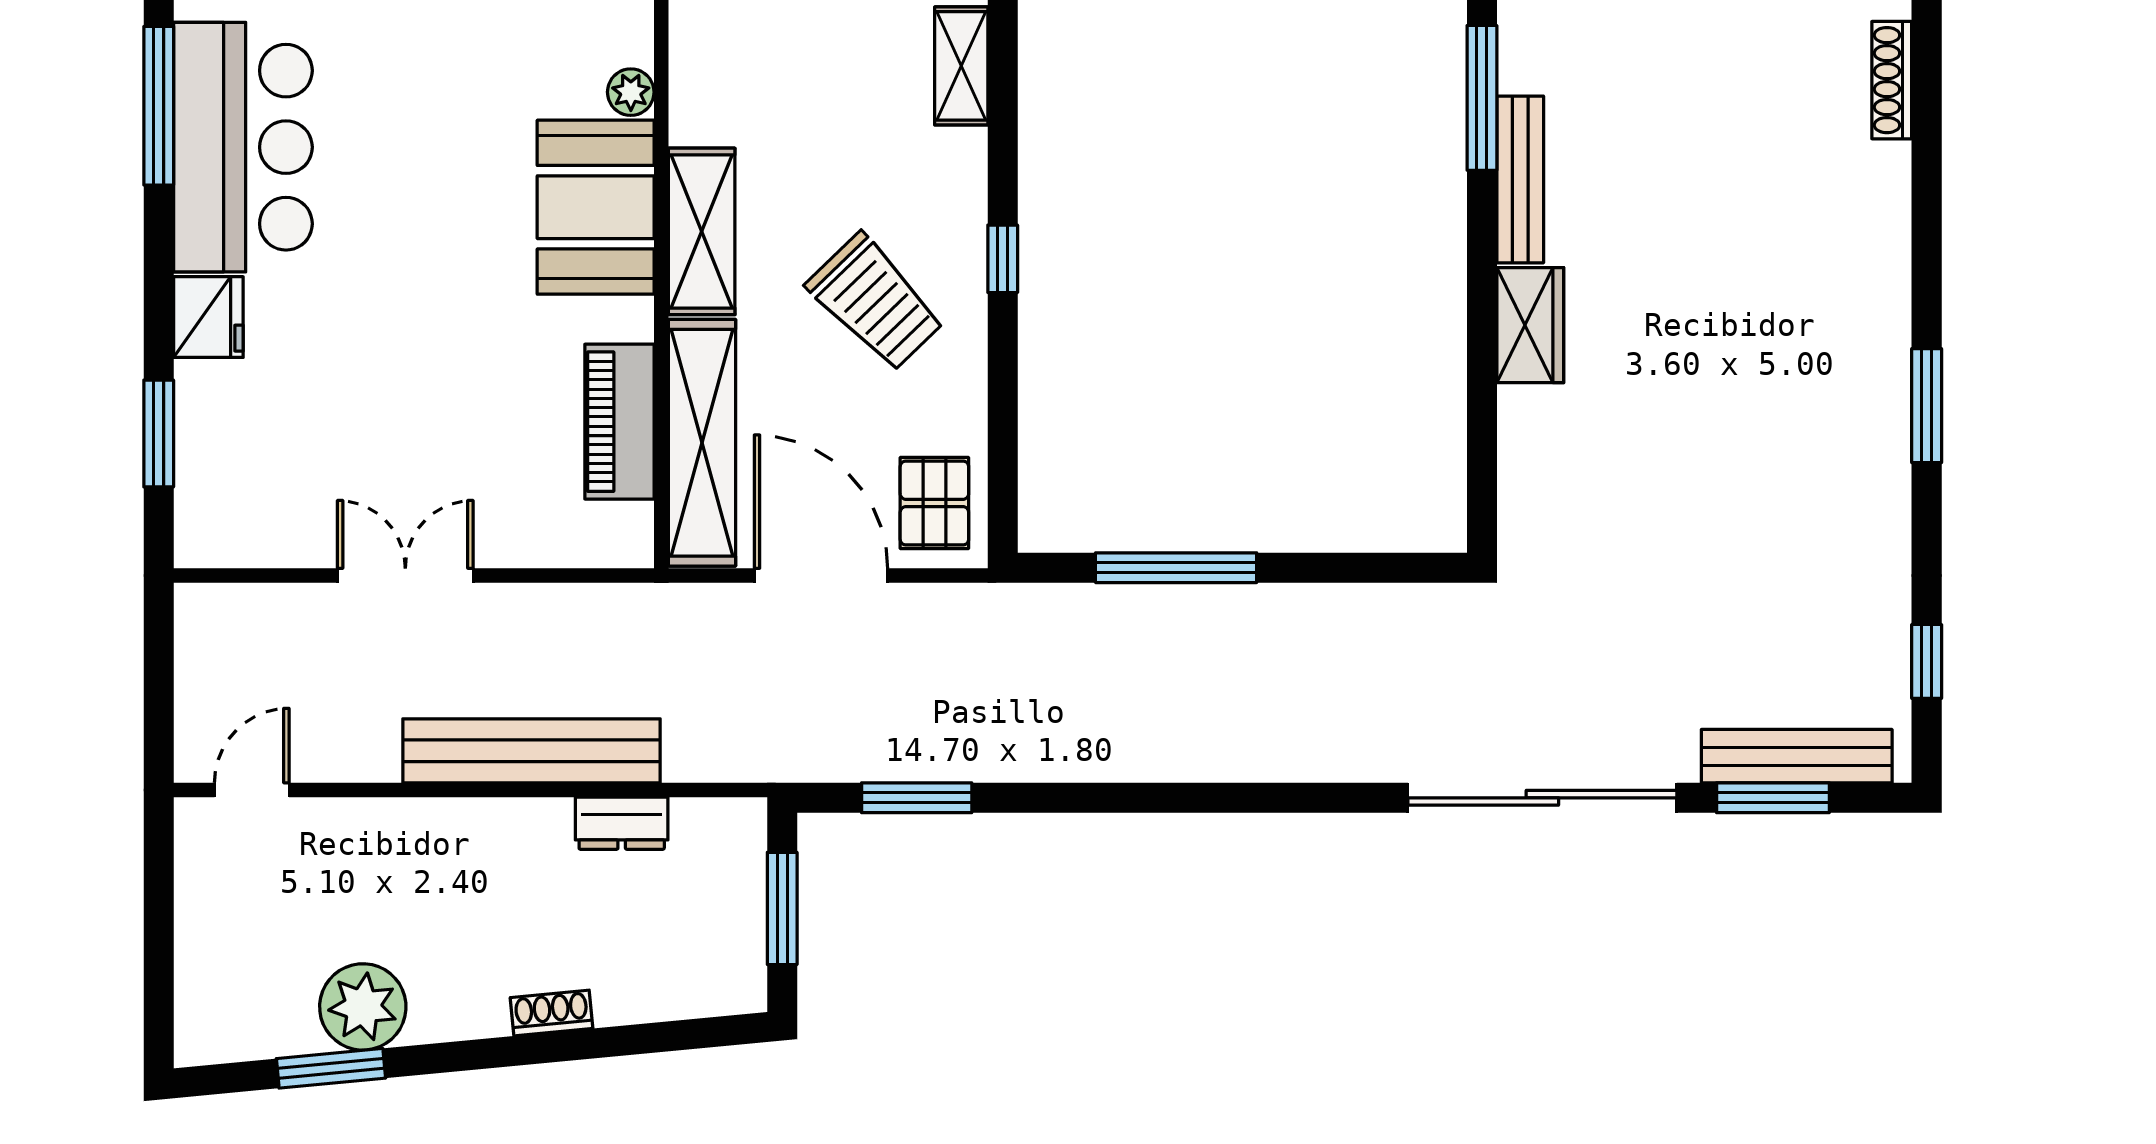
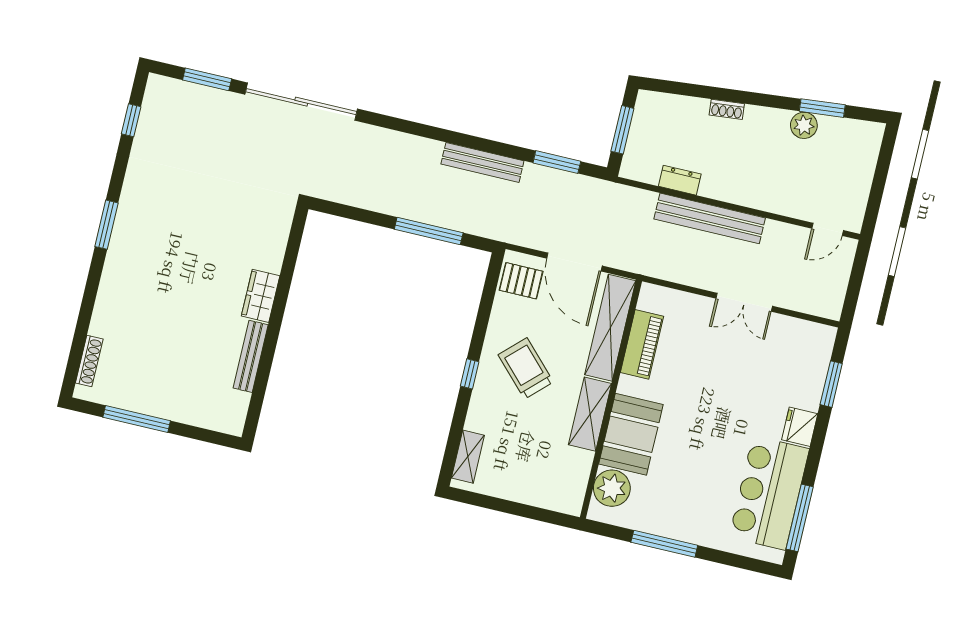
plant: (631, 92) -> (612, 488), width x1.87, depth x1.87
window: (1482, 98) -> (258, 393), removed
pallet: (934, 503) -> (521, 281), turned 90
bench: (1797, 756) -> (482, 162), moved
plant: (363, 1007) -> (804, 125), width x0.73, depth x0.73

